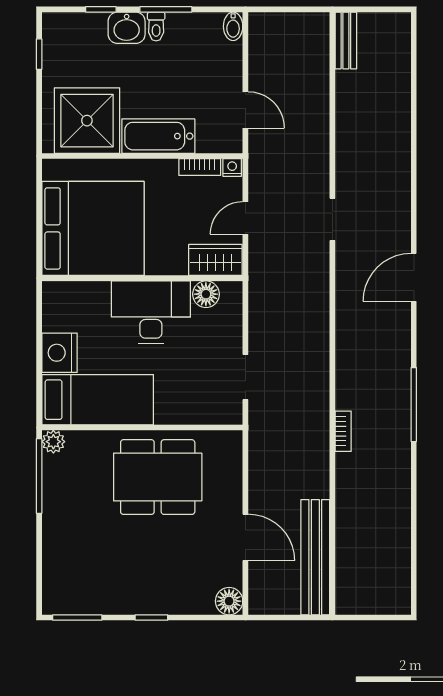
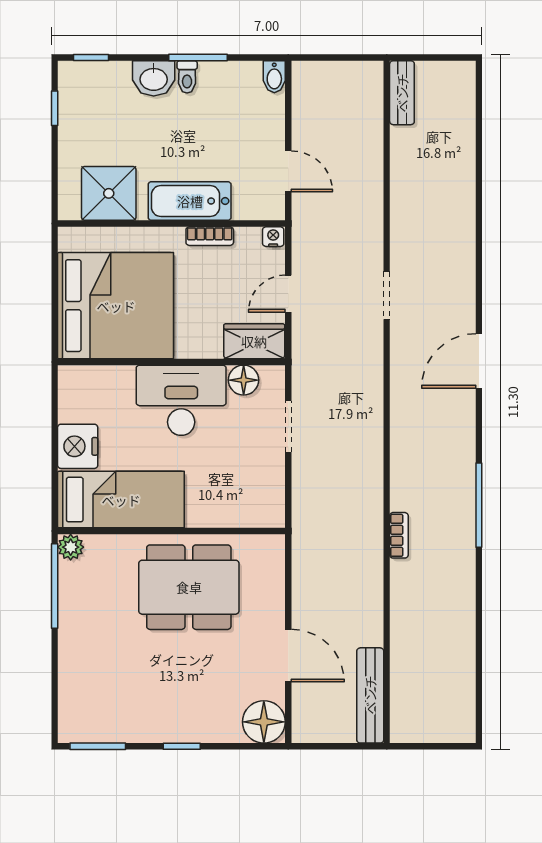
window: (101, 9) -> (91, 58), moved
shower: (87, 121) -> (109, 193), width x0.73, depth x0.73
bookcase: (200, 167) -> (210, 236), moved
doorway: (245, 377) -> (288, 427), moved
bench: (315, 557) -> (370, 695), width x0.73, depth x0.82
floor lamp: (229, 601) -> (264, 722), width x1.38, depth x1.38

